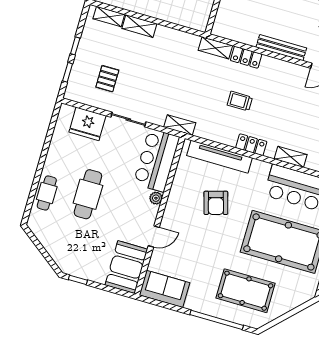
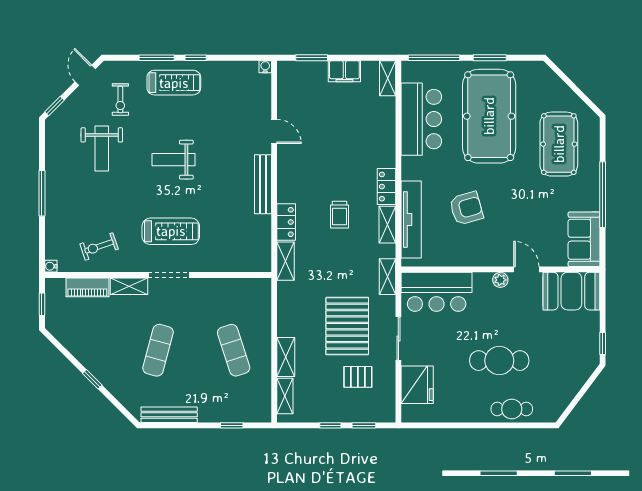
pallet: (150, 82) -> (347, 326), added
shelving: (291, 157) -> (387, 225), moved
plant: (156, 198) -> (500, 280), moved
window: (217, 320) -> (603, 195), moved

